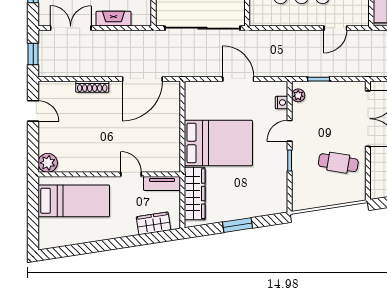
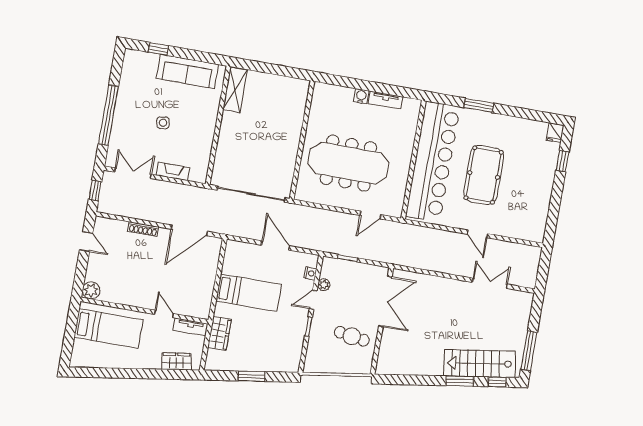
plant: (298, 95) -> (324, 285), moved
bed: (218, 143) -> (249, 293), width x0.67
wardrobe: (195, 194) -> (219, 333), width x0.67

